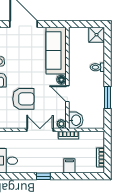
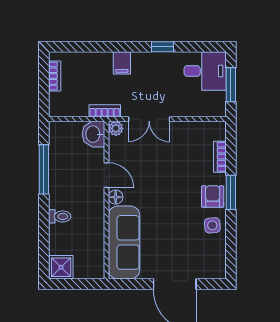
window: (108, 97) -> (44, 169), width x1.44
armchair: (23, 99) -> (175, 167), removed
filing cabinet: (69, 166) -> (122, 63), moved
window: (43, 176) -> (163, 47), moved

